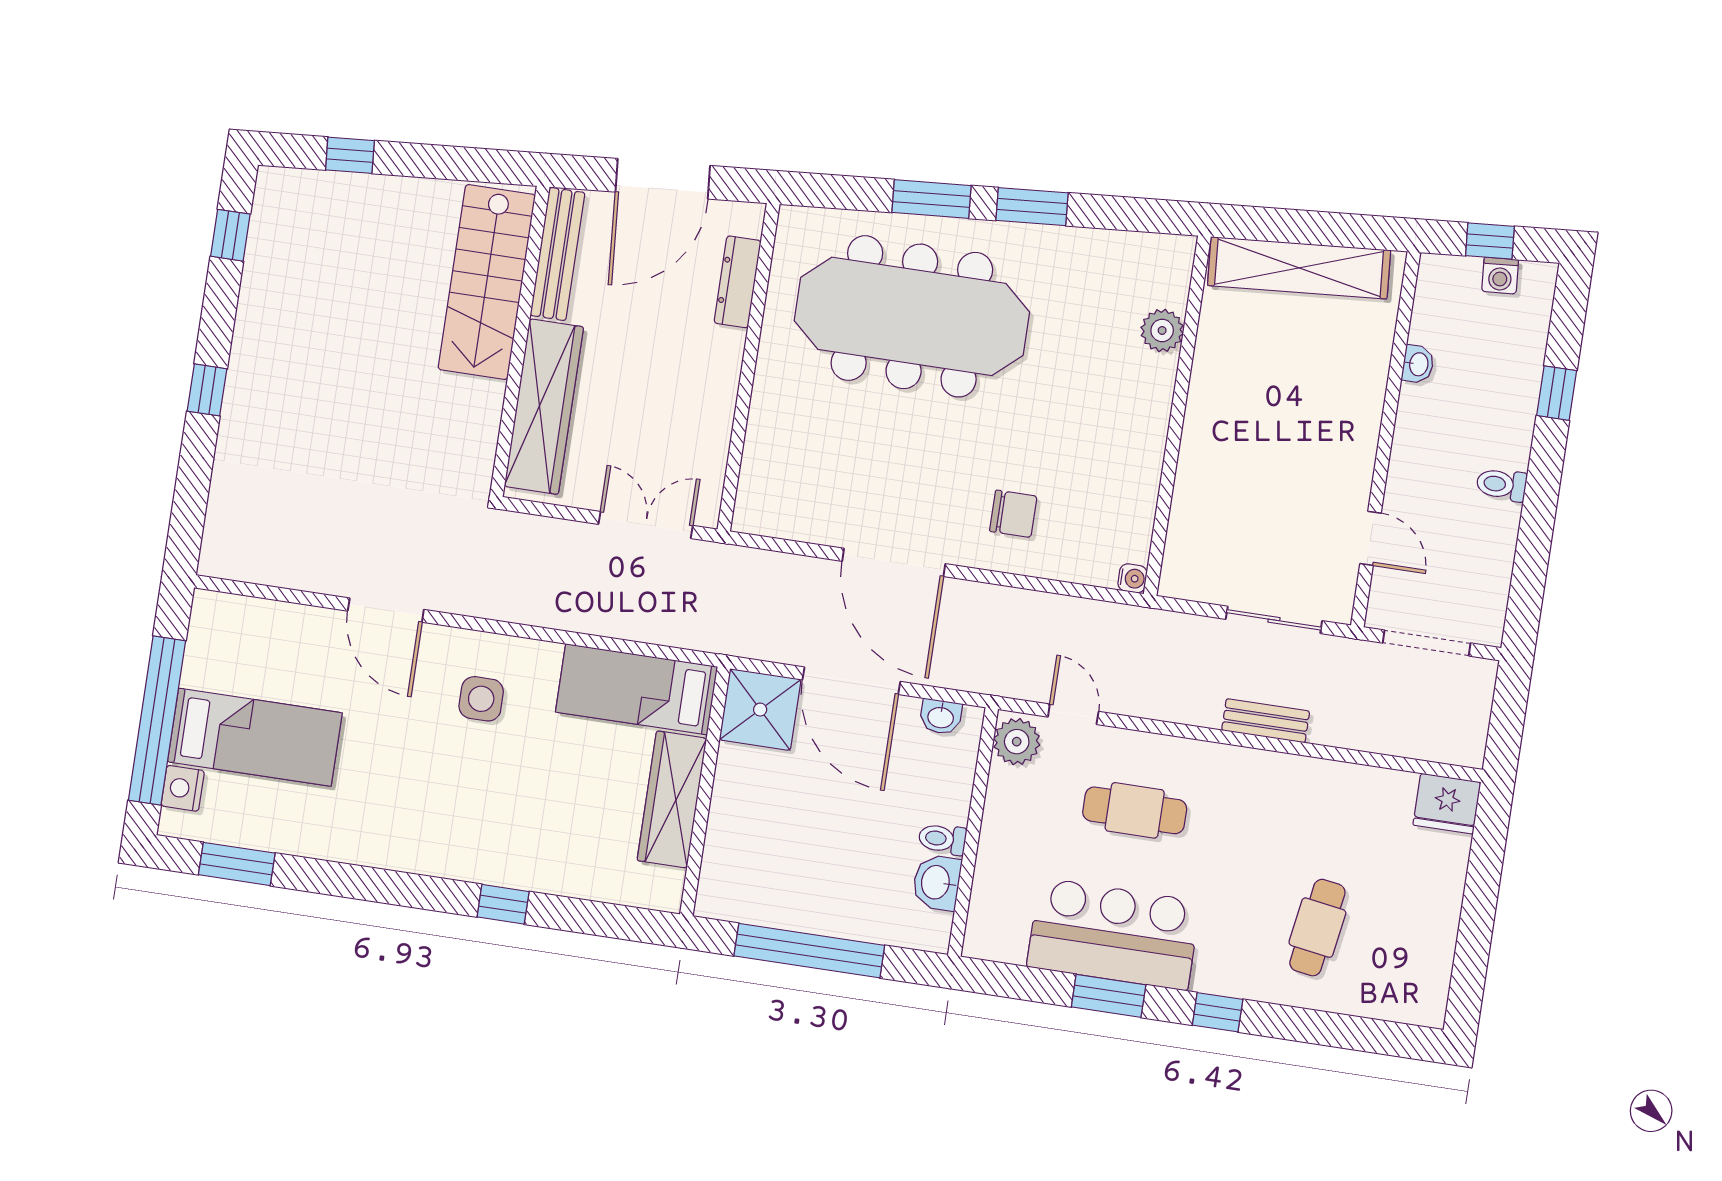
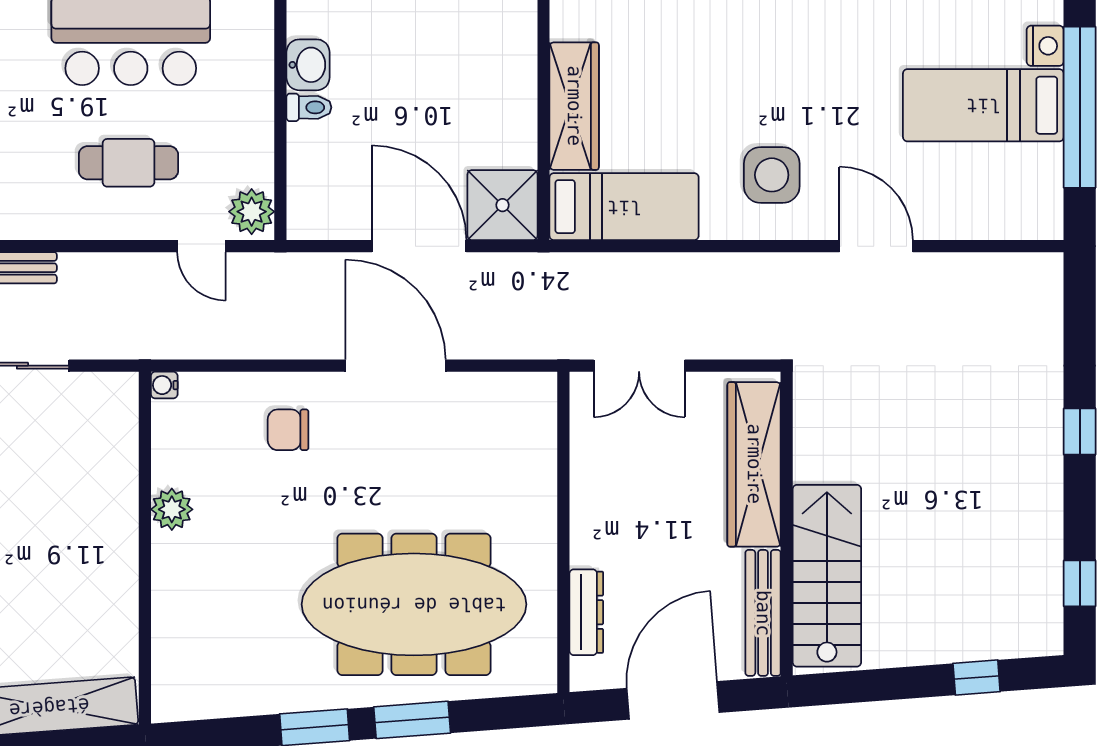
plant: (1162, 330) -> (172, 509), moved
side table: (481, 699) -> (772, 175), width x1.37, depth x1.37
washbasin: (941, 717) -> (328, 224), removed

